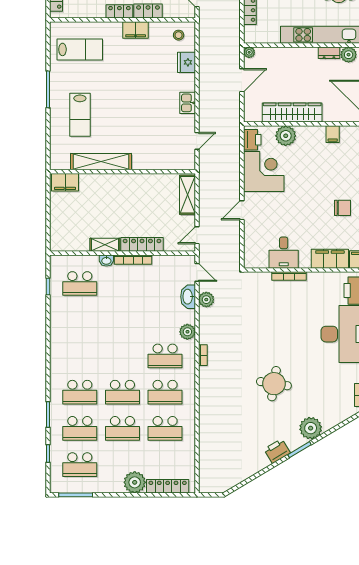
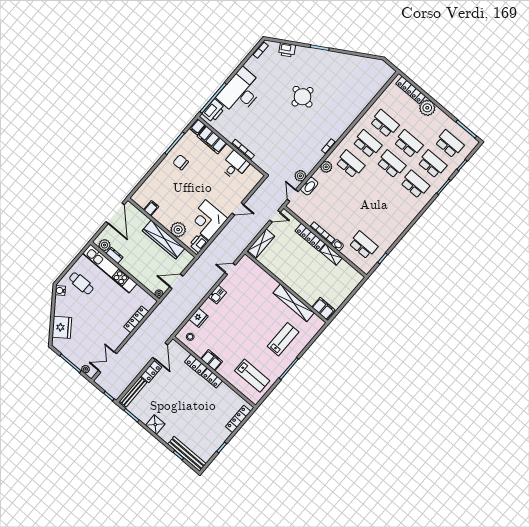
lab bench: (80, 49) -> (252, 376), turned 180
plant: (311, 428) -> (303, 54), removed
printer: (277, 451) -> (287, 50), moved

